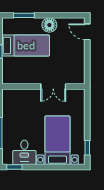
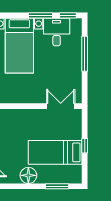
double door: (53, 86) -> (61, 106), moved
window: (39, 167) -> (40, 15), added

